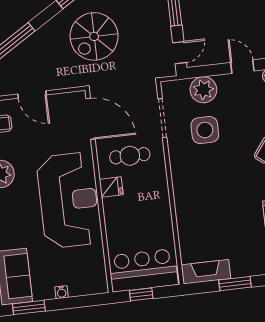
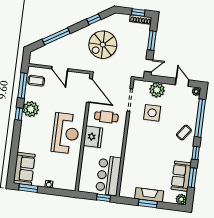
fridge: (111, 187) -> (93, 137), width x1.88, depth x1.34
reception desk: (69, 200) -> (66, 133), width x0.74, depth x0.77
bar counter: (143, 270) -> (108, 176), moved, turned -90
fireplace: (206, 272) -> (149, 195), moved
window: (141, 294) -> (103, 198), moved

